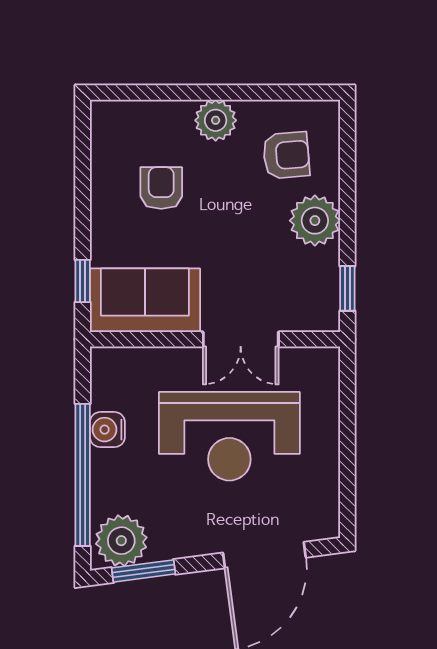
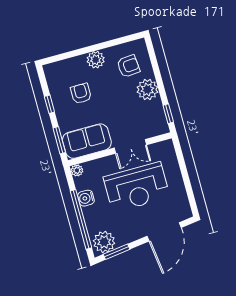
window: (83, 193) -> (49, 104), added
window: (83, 281) -> (59, 140), width x1.50
plant: (104, 361) -> (77, 170), added

